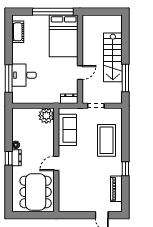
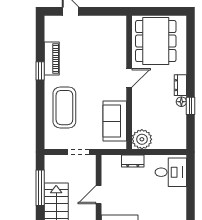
desk: (24, 75) -> (171, 172), moved
window: (9, 78) -> (190, 187), removed
dresser: (69, 99) -> (133, 161), moved
window: (9, 158) -> (190, 106), moved
piano: (116, 189) -> (52, 59), moved

